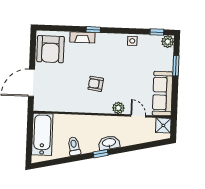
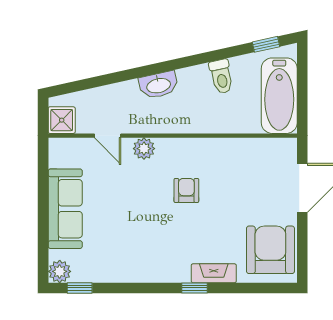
side table: (132, 41) -> (124, 270), removed
window: (176, 66) -> (43, 228), removed
armchair: (96, 84) -> (186, 190), turned -98
sofa: (163, 94) -> (65, 209), moved
window: (101, 154) -> (266, 44), moved

